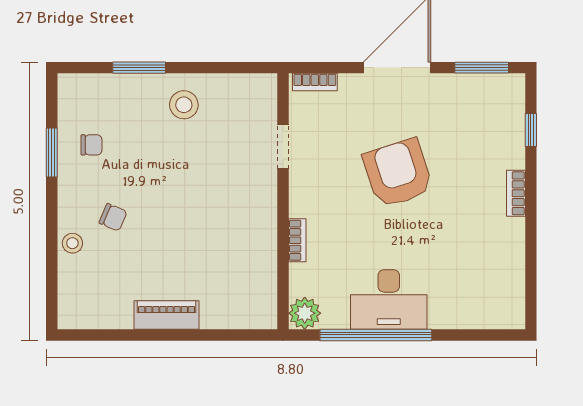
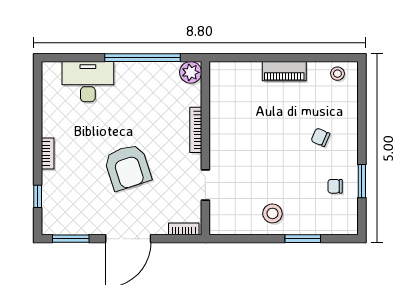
bookcase: (297, 240) -> (196, 130), width x1.56
stool: (72, 243) -> (337, 74), moved
desk: (389, 299) -> (88, 82), moved

